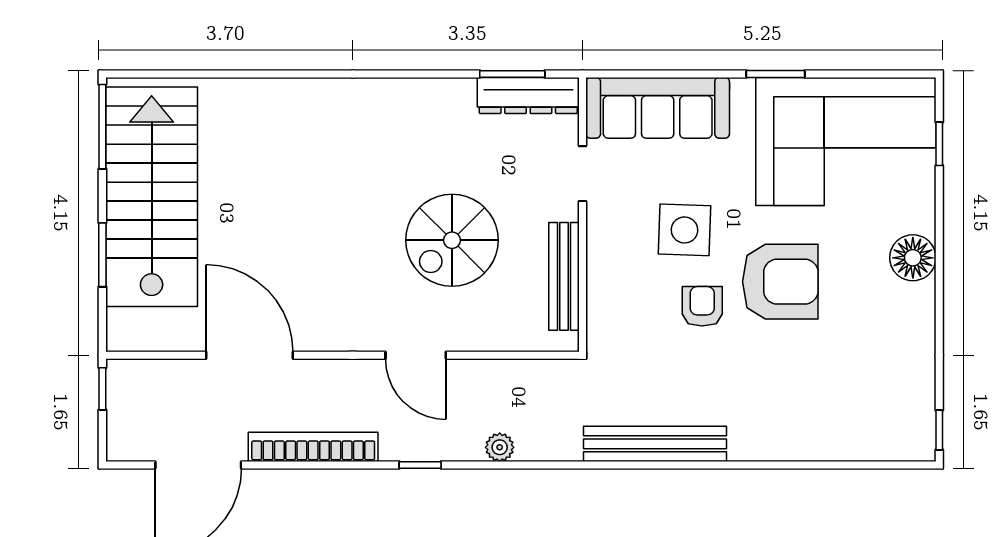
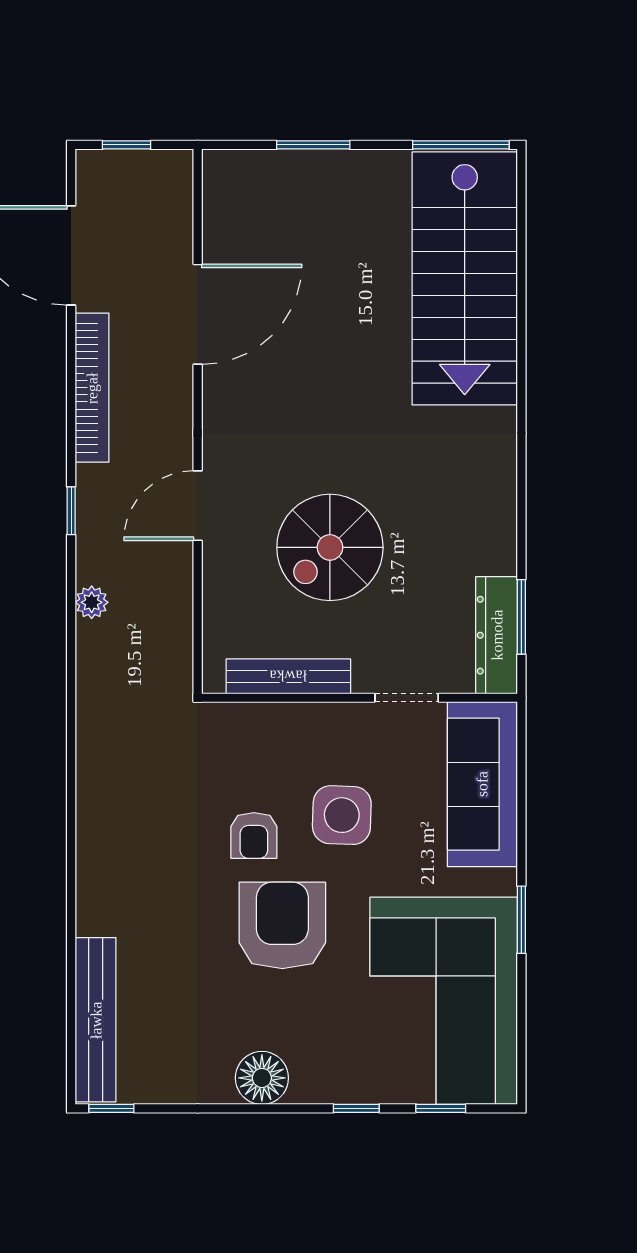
stairs: (152, 197) -> (465, 278), moved, turned 90
window: (939, 217) -> (356, 1108), added
spiral stairs: (452, 240) -> (330, 547), turned -90
floor lamp: (913, 258) -> (262, 1078), moved
armchair: (780, 282) -> (282, 925), turned 180
armchair: (702, 306) -> (254, 835), turned 90
window: (102, 389) -> (126, 145), moved
bench: (655, 444) -> (96, 1020), moved

